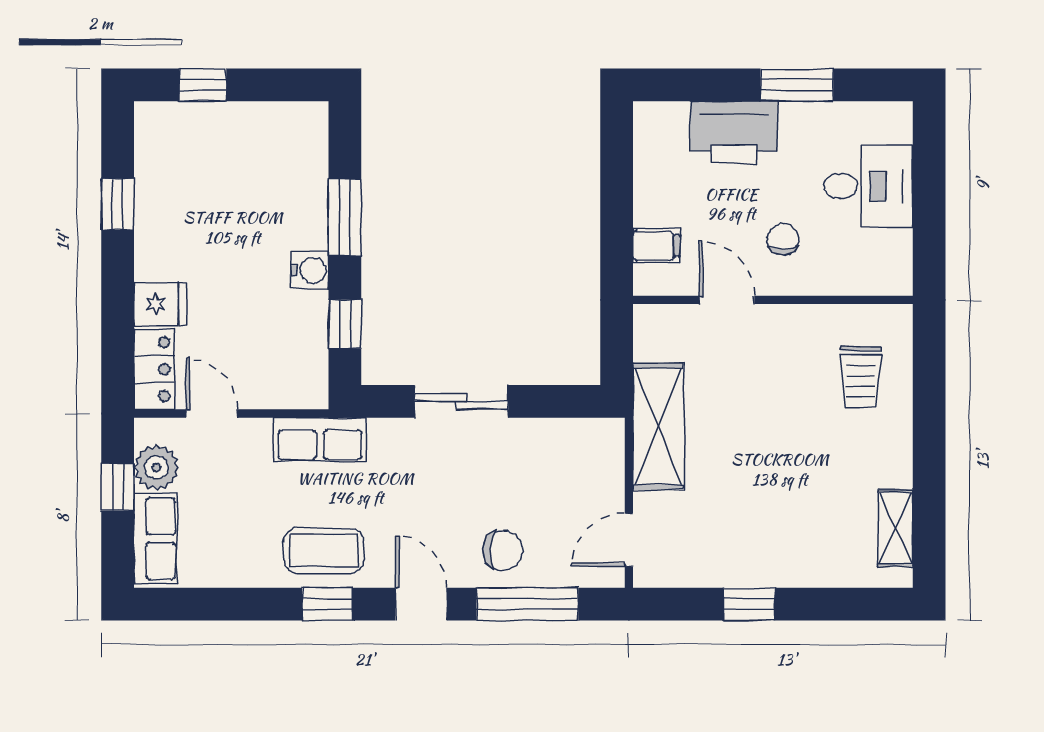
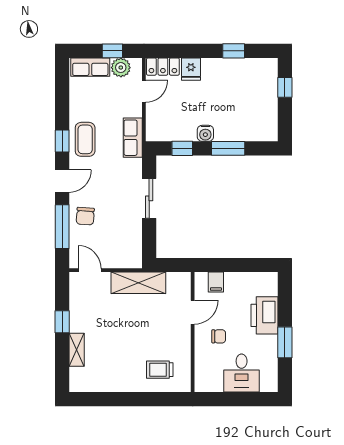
shelving: (895, 528) -> (77, 350), moved, turned 90

